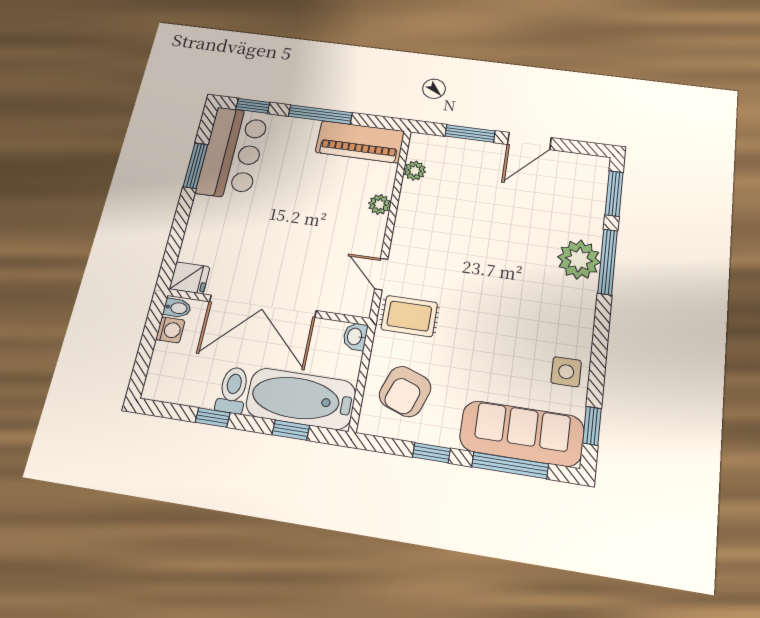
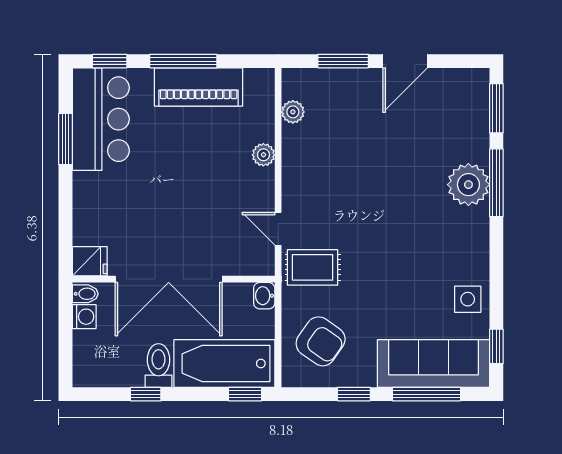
piano: (360, 142) -> (199, 87), moved
armchair: (405, 391) -> (321, 341), turned -75
window: (291, 430) -> (245, 394), moved

